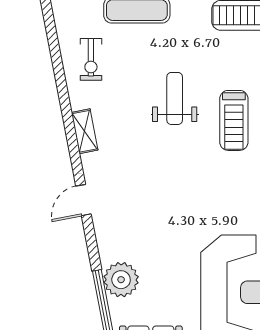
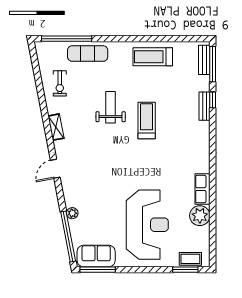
treadmill: (234, 120) -> (147, 120), turned 180
plant: (121, 280) -> (72, 213), width x0.53, depth x0.53

